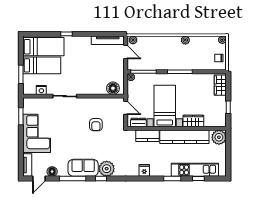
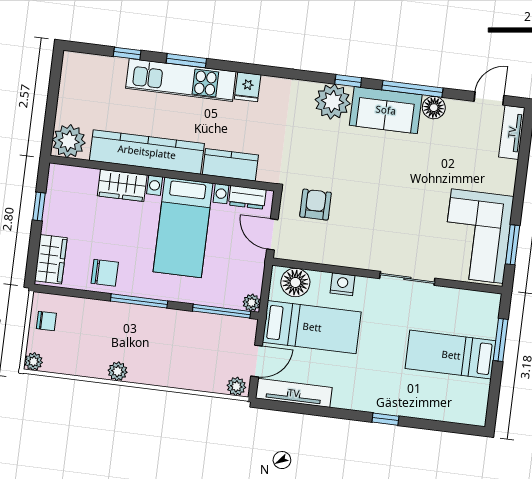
bed: (43, 47) -> (312, 327), moved, turned 180
door: (126, 52) -> (257, 361), swing flipped
chair: (196, 82) -> (105, 273), added
nightstand: (41, 90) -> (342, 284), moved
armchair: (96, 125) -> (316, 205), moved
corner sofa: (37, 133) -> (477, 236), moved
kitchen unit: (195, 170) -> (181, 80), moved
floor lamp: (52, 172) -> (434, 108), moved

